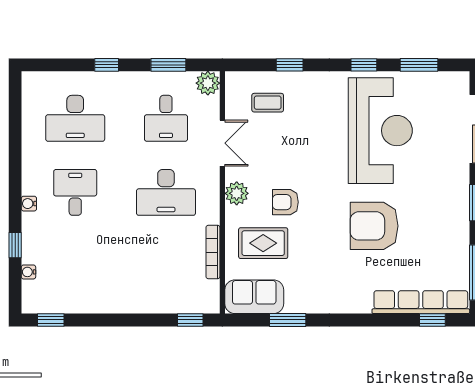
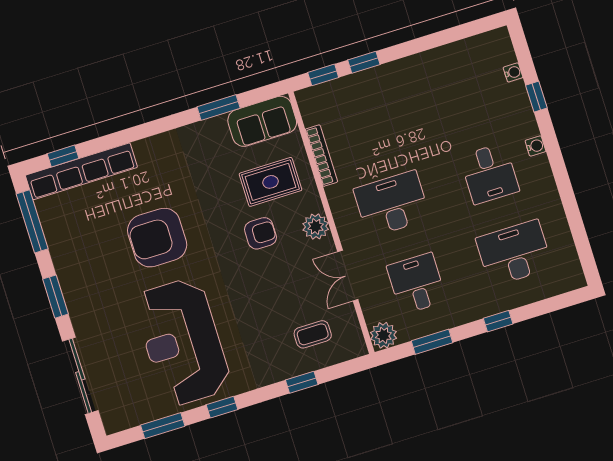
armchair: (374, 226) -> (157, 238), turned 180
window: (51, 320) -> (364, 62), moved

